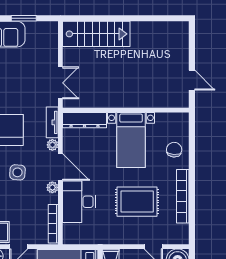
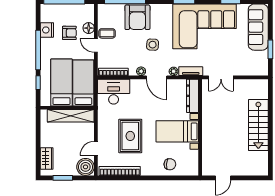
stairs: (96, 34) -> (258, 125), moved
door: (60, 167) -> (157, 77), hinge flipped
bookcase: (183, 196) -> (120, 171), moved
desk: (79, 202) -> (114, 92), moved

